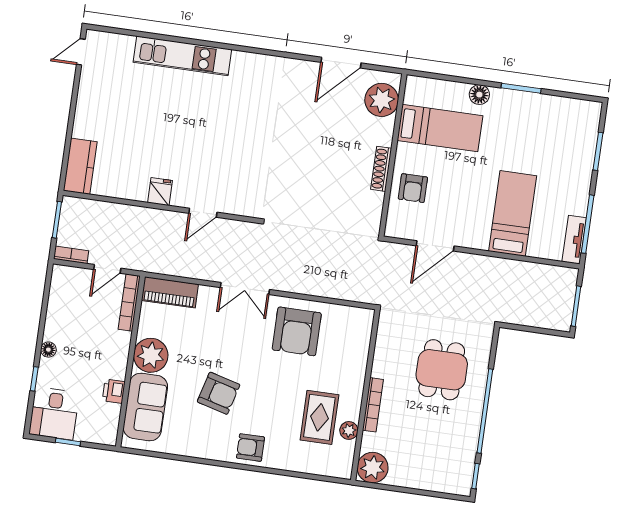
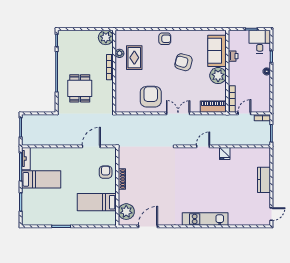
kitchen unit: (182, 56) -> (205, 219), moved
floor lamp: (479, 95) -> (80, 221), removed
kitchen counter: (80, 166) -> (264, 180), moved
bed: (513, 213) -> (41, 179), moved, turned -90

